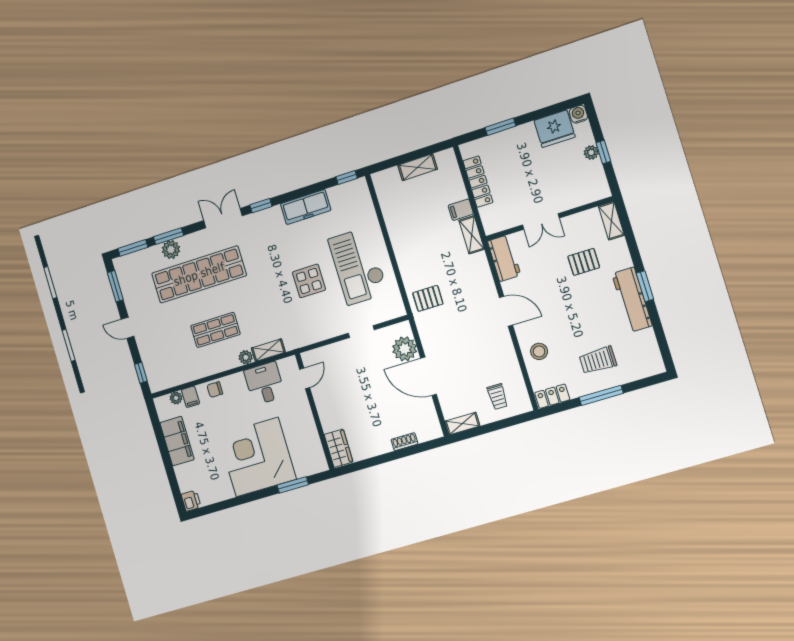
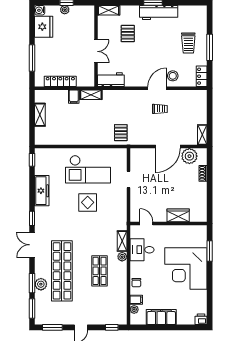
window: (500, 127) -> (32, 58), width x1.44
door: (506, 311) -> (157, 88), moved
plant: (405, 349) -> (189, 156), moved
trolley: (498, 397) -> (160, 109), moved
wardrobe: (339, 448) -> (178, 215), moved

